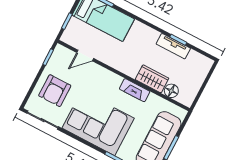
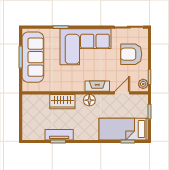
plant: (58, 53) -> (143, 84), added
fireplace: (135, 90) -> (97, 86), moved
armchair: (55, 91) -> (131, 54), turned -90
floor lamp: (171, 91) -> (89, 100), moved

